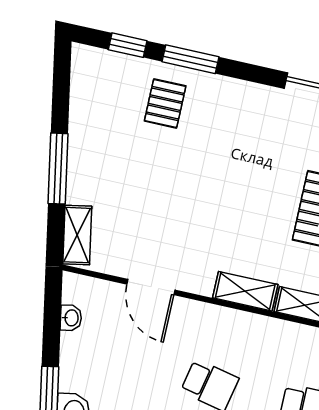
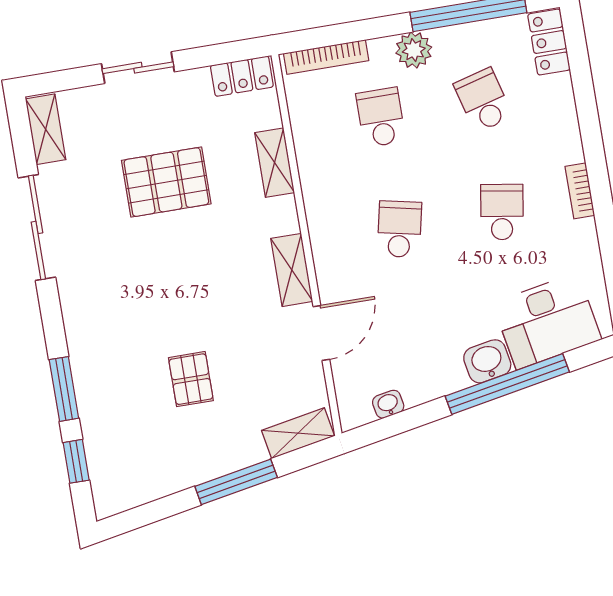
pallet: (165, 103) -> (191, 379), moved, turned 90
shelving: (245, 291) -> (292, 270), moved

